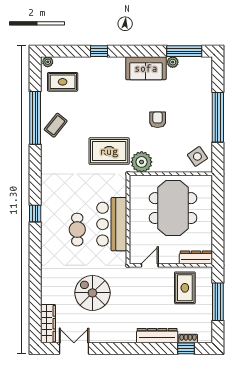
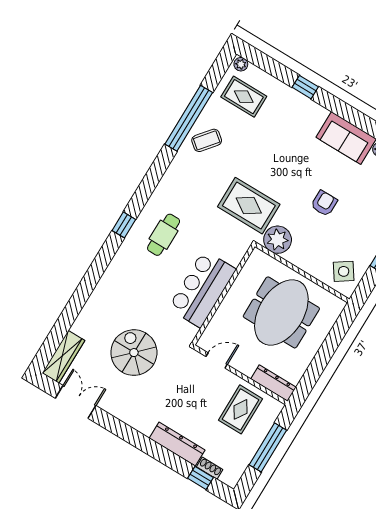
cafe table: (77, 230) -> (164, 235), moved

